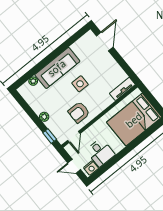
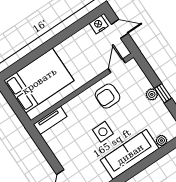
armchair: (79, 112) -> (108, 96), turned 180
window: (50, 136) -> (163, 93), moved
desk: (100, 153) -> (85, 43), removed

